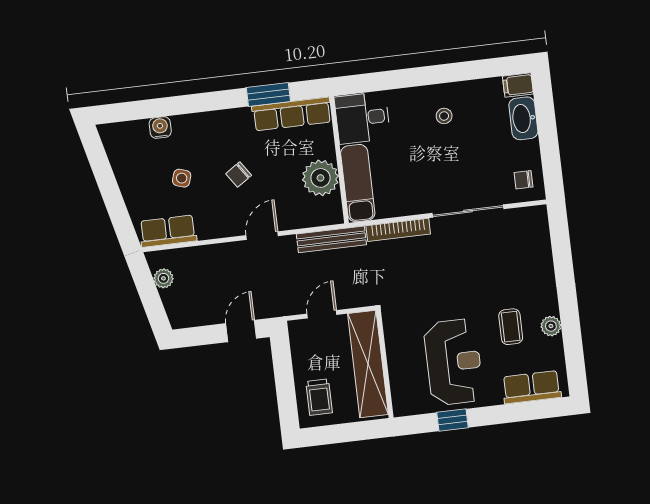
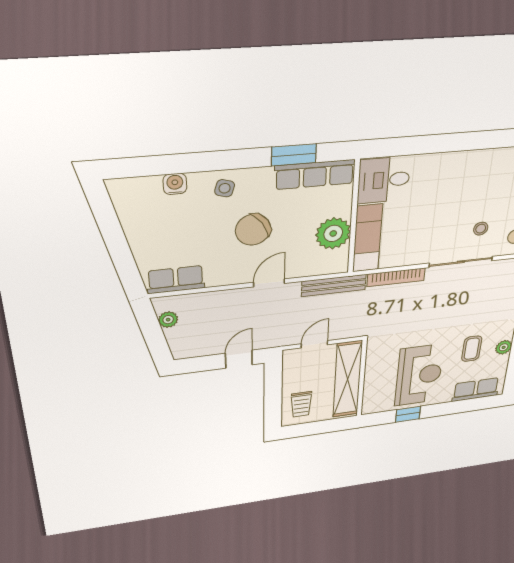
stool: (444, 116) -> (481, 229), moved
chair: (239, 174) -> (253, 230), width x1.87, depth x1.87
side table: (182, 178) -> (225, 188), moved

